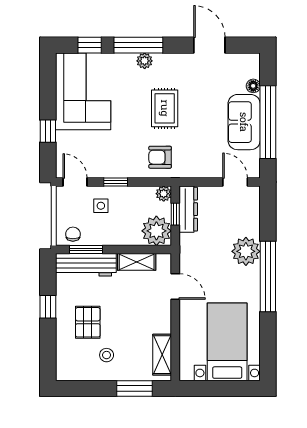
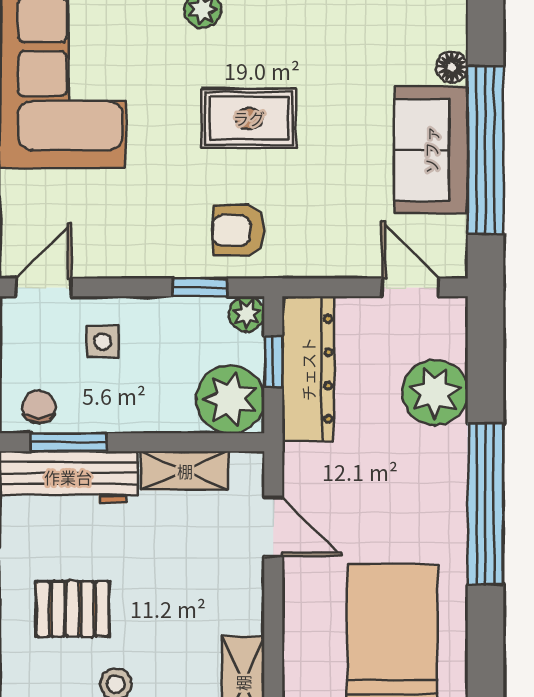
rug: (165, 108) -> (249, 118), turned 90
door: (75, 182) -> (44, 287), hinge flipped
window: (116, 182) -> (200, 287), moved
dresser: (188, 209) -> (308, 369), width x1.37, depth x1.24
plant: (246, 251) -> (435, 393), moved
pallet: (88, 322) -> (73, 609), turned 90

